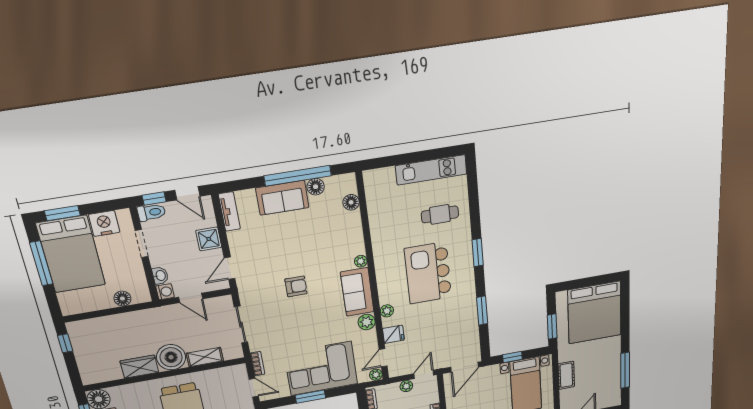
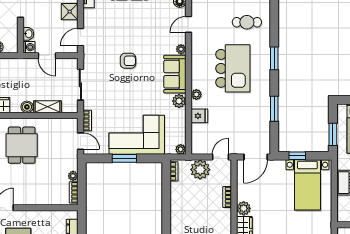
kitchen island: (428, 273) -> (233, 68), turned 180
boiler: (171, 357) -> (27, 107), width x0.54, depth x0.54
door: (383, 358) -> (188, 24), moved
plant: (406, 386) -> (200, 170), width x1.87, depth x1.87

